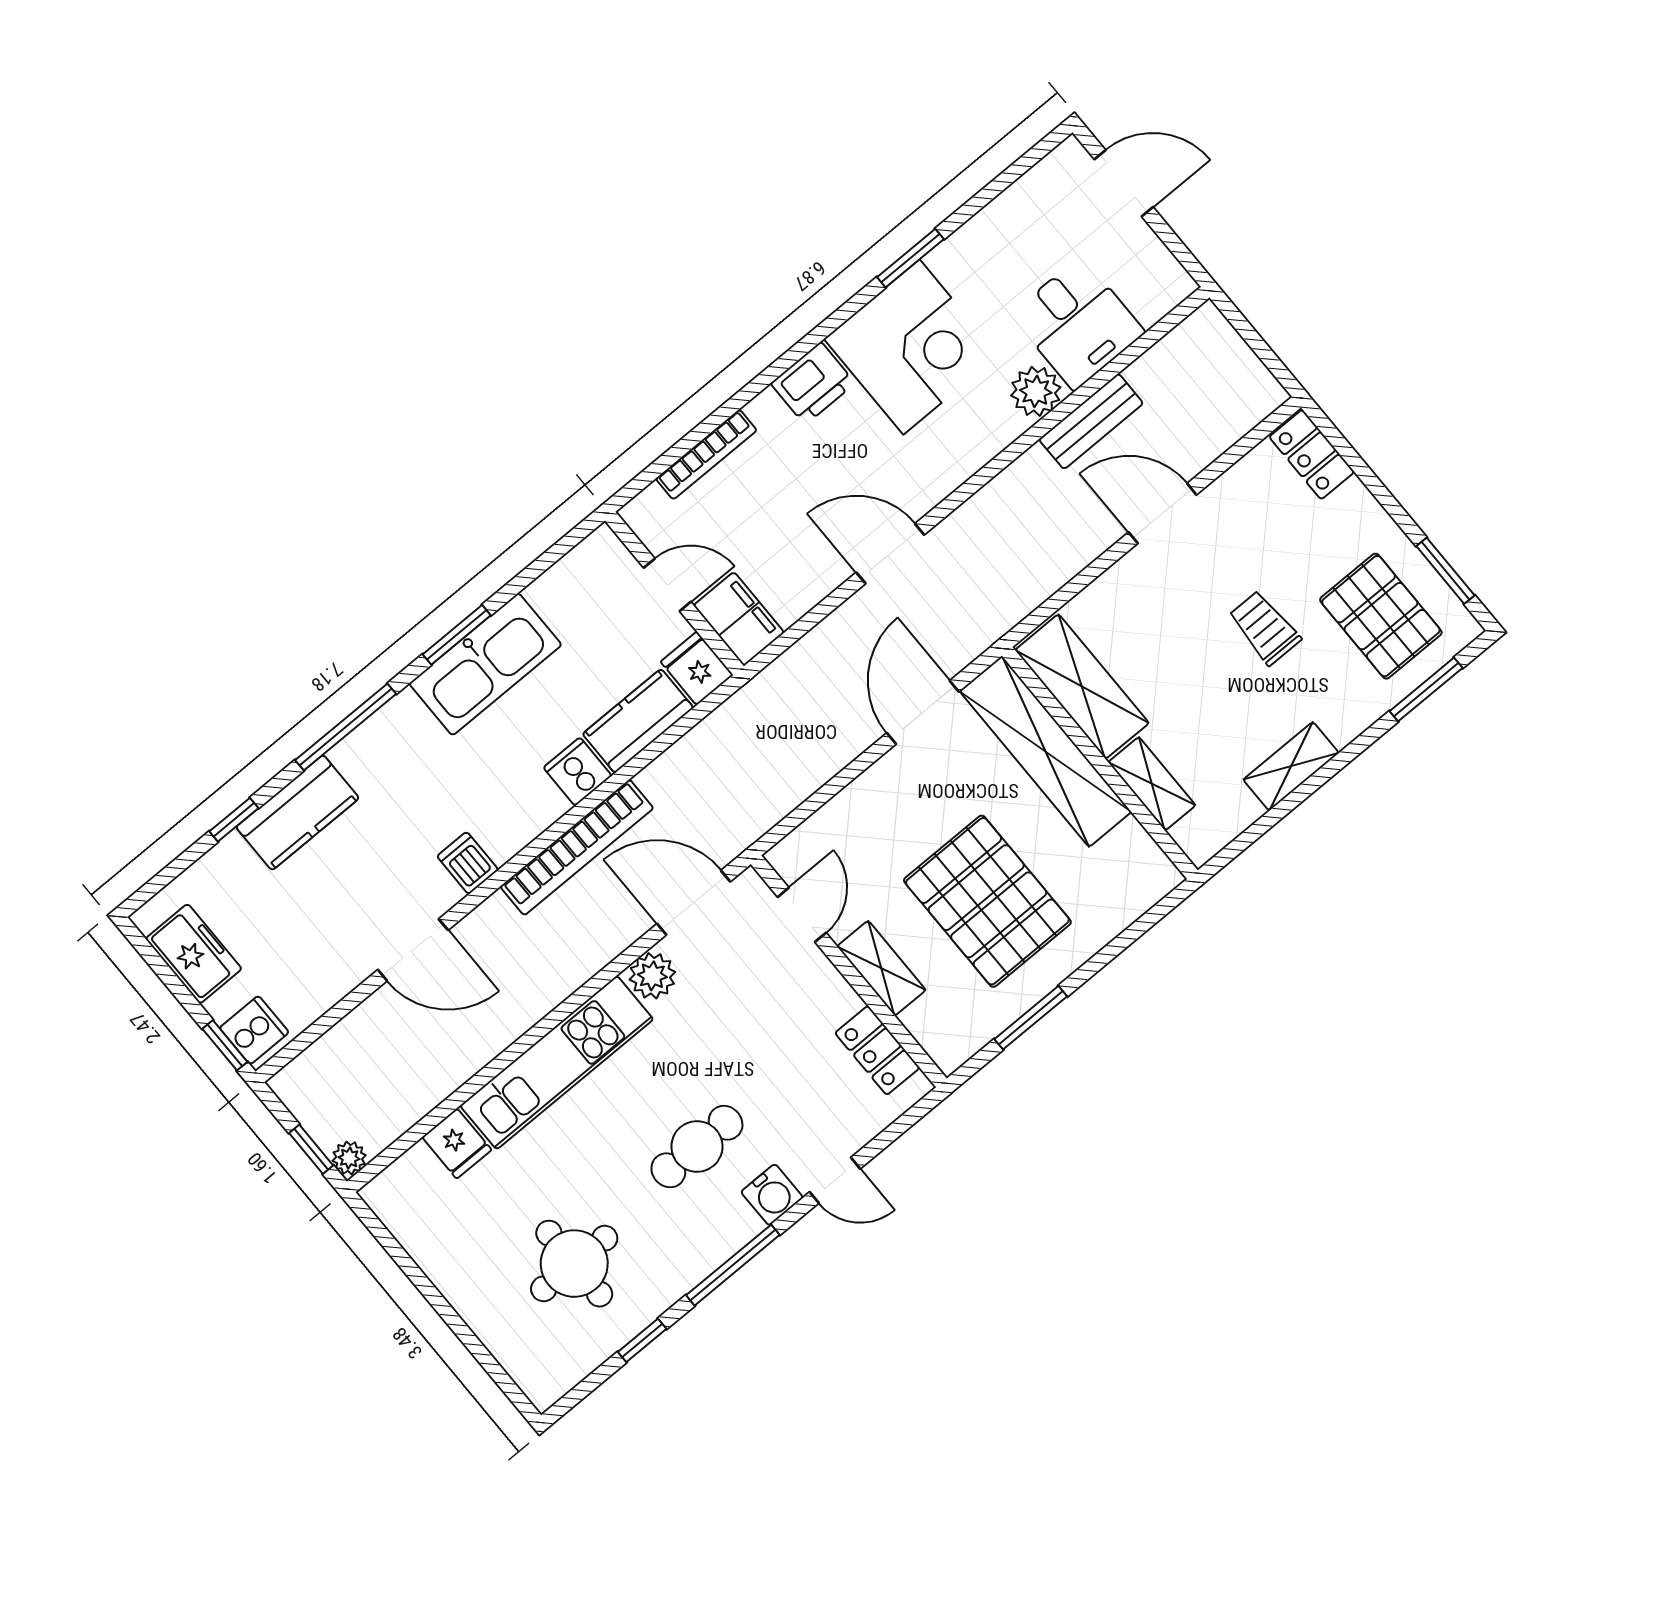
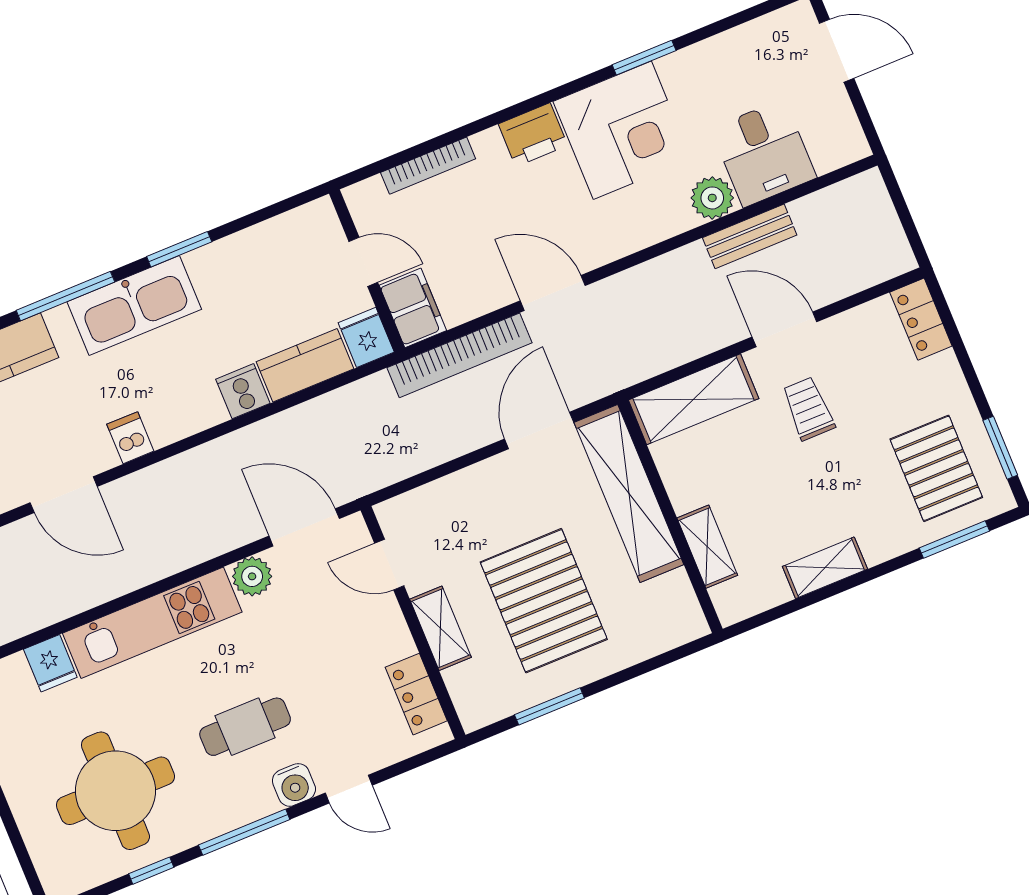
trolley: (1265, 628) -> (808, 409), moved
kitchen sink: (485, 664) -> (134, 305), moved
shelving: (1082, 687) -> (694, 399), moved, turned 90
bookcase: (577, 847) -> (459, 355), moved
door: (802, 915) -> (389, 565), swing flipped
round table: (574, 1264) -> (115, 791), width x1.36, depth x1.36

